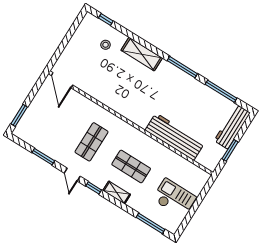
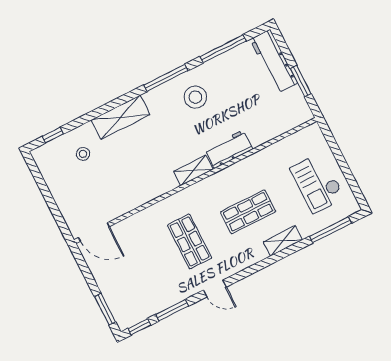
stool: (181, 92) -> (195, 97), added
shelving: (136, 118) -> (193, 170), added
workbench: (175, 137) -> (229, 149), width x0.53, depth x0.76
window: (94, 188) -> (139, 327), moved
shelving: (117, 192) -> (283, 241), moved
checkout: (174, 198) -> (317, 183), turned -90

